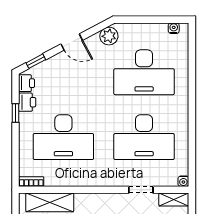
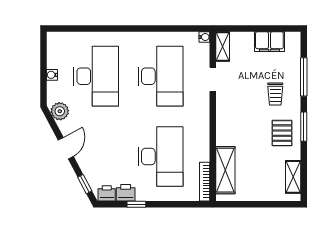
water cooler: (174, 28) -> (52, 75), moved
bookcase: (31, 182) -> (205, 182), width x1.56

